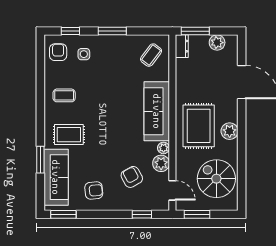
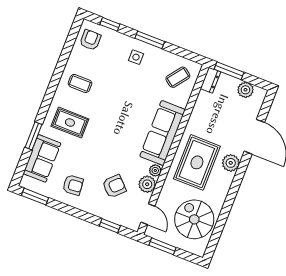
side table: (84, 54) -> (136, 57), moved
plant: (230, 131) -> (231, 163), moved
sofa: (56, 177) -> (42, 158), width x0.73
armchair: (132, 177) -> (114, 186), turned 74

